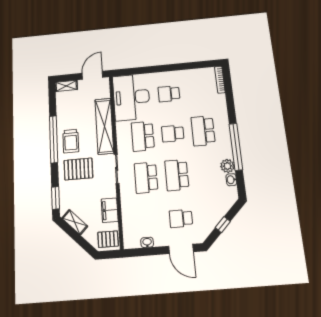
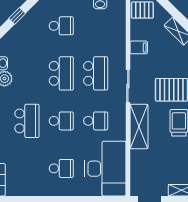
shelving: (104, 126) -> (139, 127), width x0.68
school desk: (143, 136) -> (96, 121), width x0.54
filing cabinet: (110, 210) -> (139, 47), width x0.50

